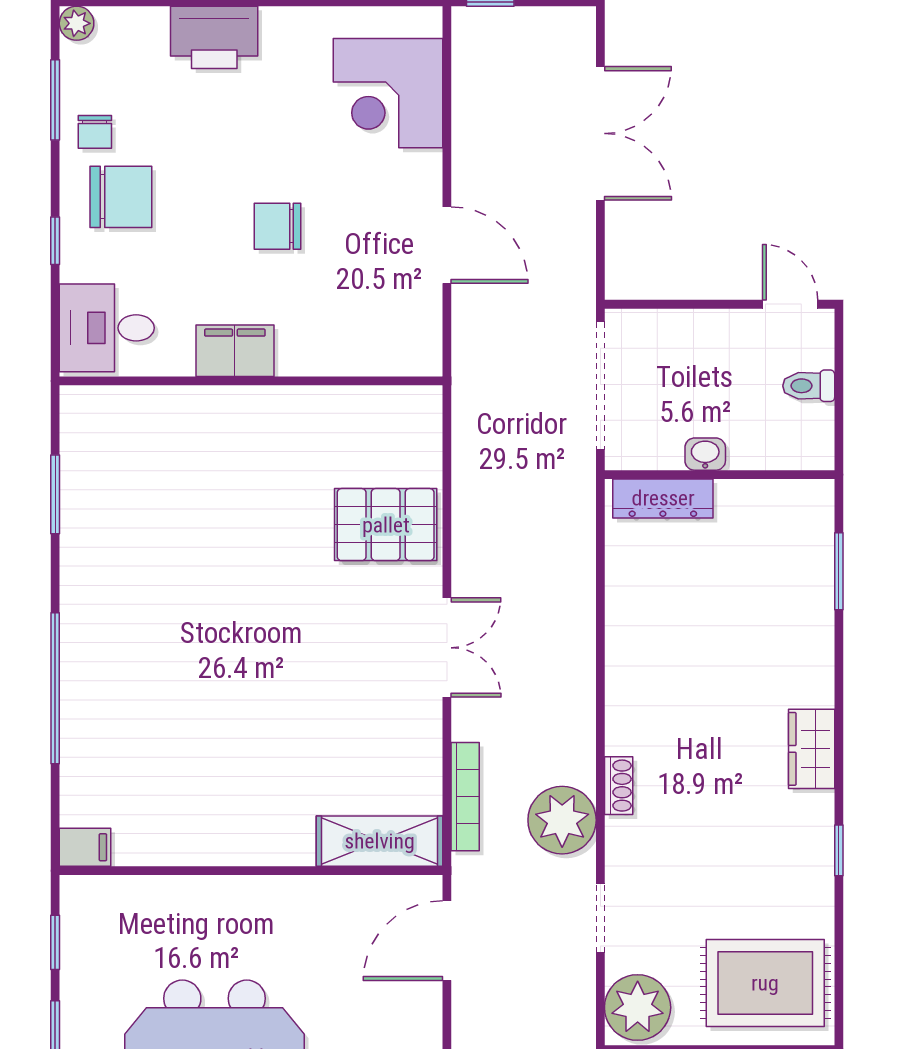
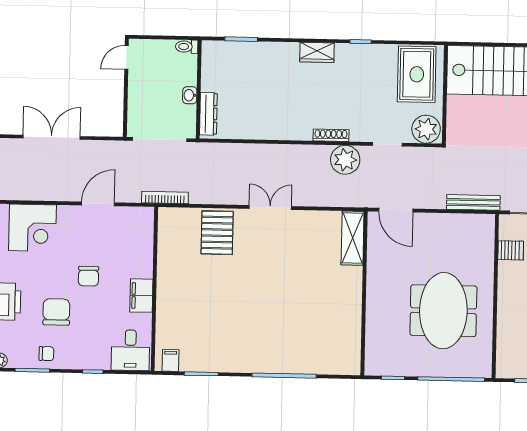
chair: (121, 197) -> (56, 312), moved
toilet: (809, 386) -> (187, 47), moved, turned 90
shoe rack: (619, 786) -> (331, 135), width x1.43
bookcase: (465, 797) -> (165, 198), moved
filing cabinet: (85, 847) -> (171, 360), moved

